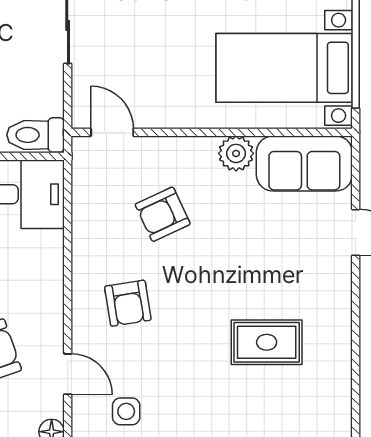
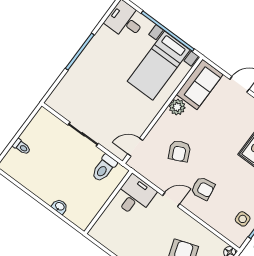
toilet: (36, 135) -> (104, 168), moved
door: (68, 374) -> (171, 200), moved

